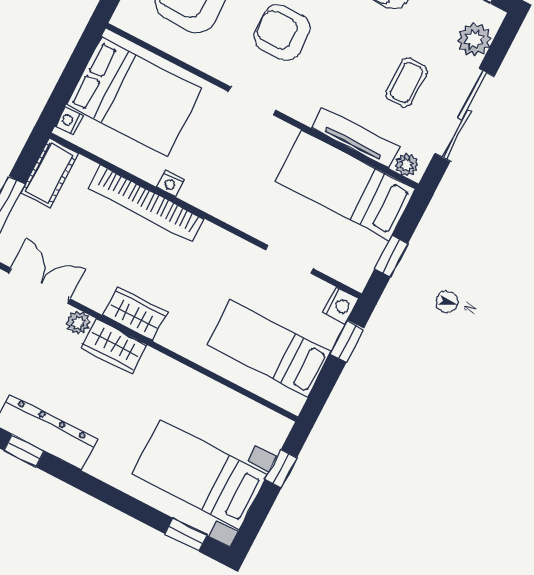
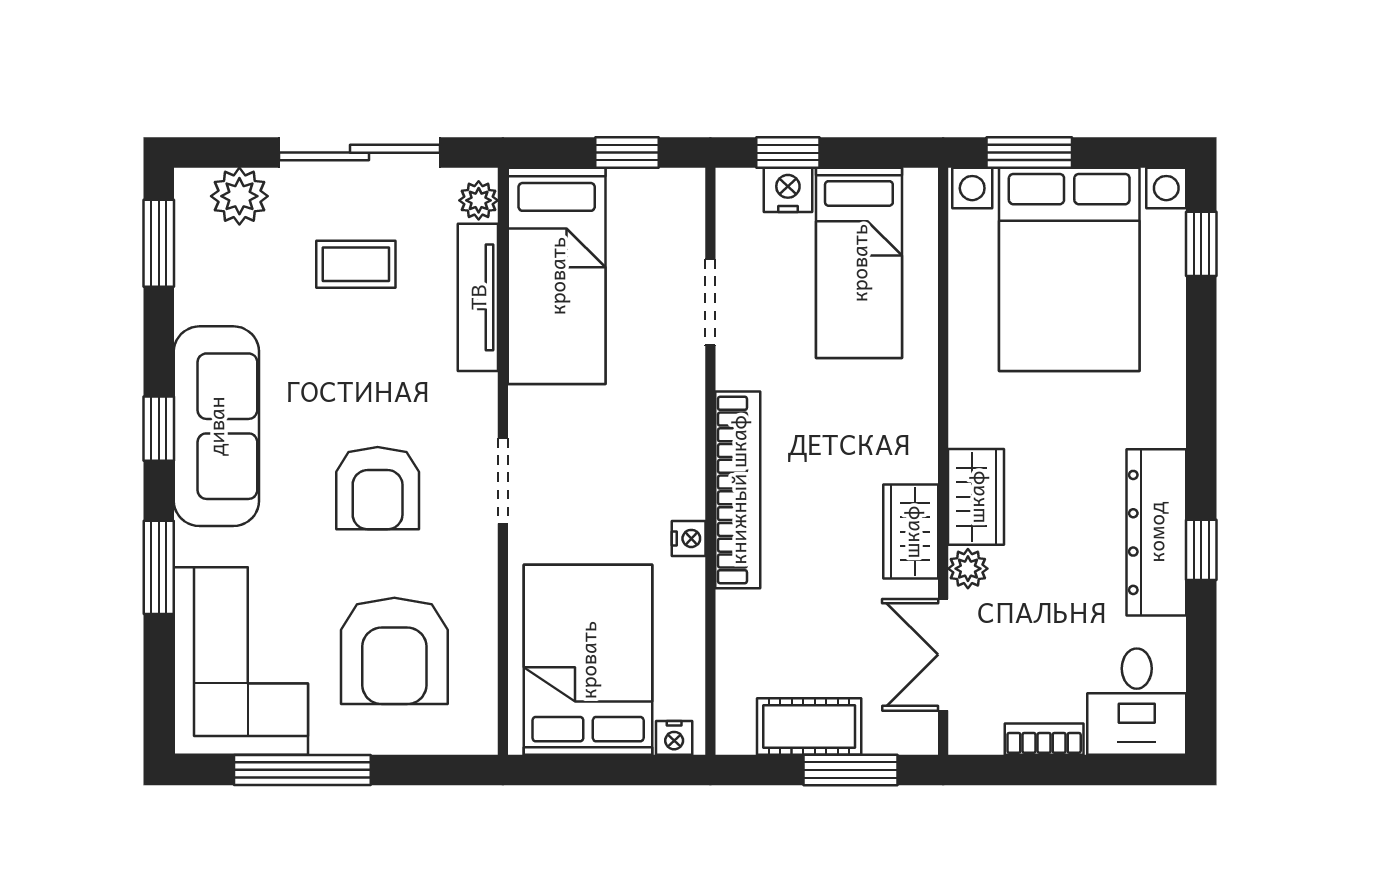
cot: (49, 173) -> (809, 727), moved
bookcase: (146, 204) -> (738, 490), moved
nightstand: (341, 305) -> (788, 190), moved
wardrobe: (135, 314) -> (911, 532), moved
window: (281, 469) -> (1029, 153), width x1.50
bed with nightstands: (200, 474) -> (1069, 269), width x1.36

